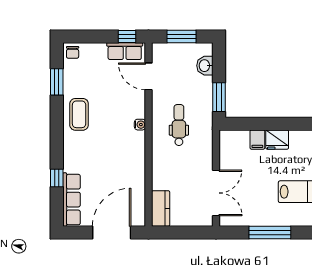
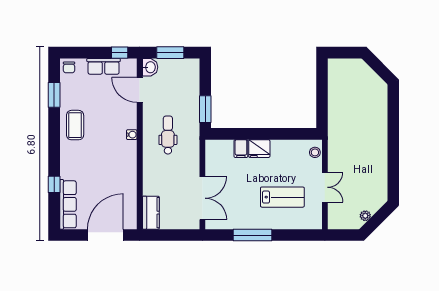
row of seats: (125, 51) -> (104, 66), moved
washbasin: (205, 66) -> (150, 67), moved, turned 180

